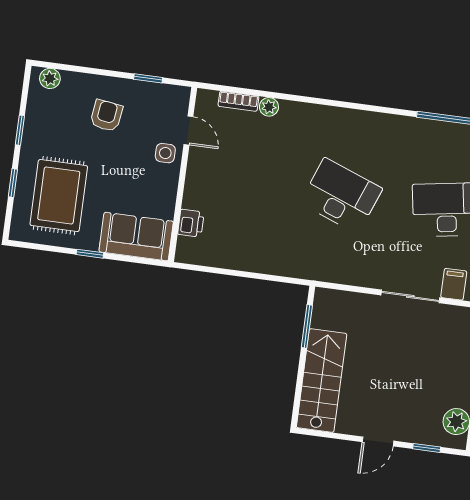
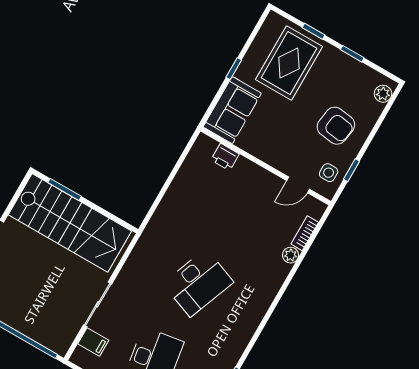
armchair: (106, 116) -> (336, 126), width x1.38, depth x1.38
side table: (165, 153) -> (329, 173), moved
rug: (59, 196) -> (289, 63), turned 90
window: (307, 326) -> (65, 189), moved
stairs: (322, 381) -> (70, 223), width x1.36, depth x1.51

